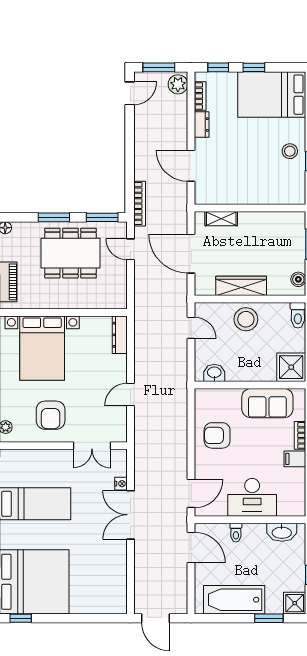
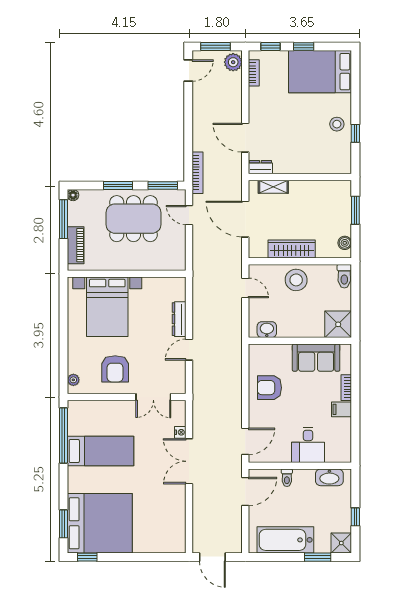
dresser: (202, 125) -> (260, 167), moved, turned -90
dresser: (120, 335) -> (179, 319), moved
desk: (252, 497) -> (308, 445), width x0.73
door: (191, 547) -> (245, 491), hinge flipped

